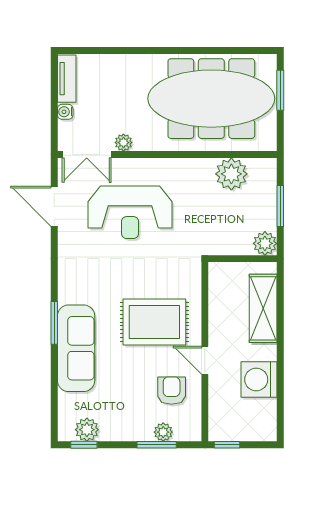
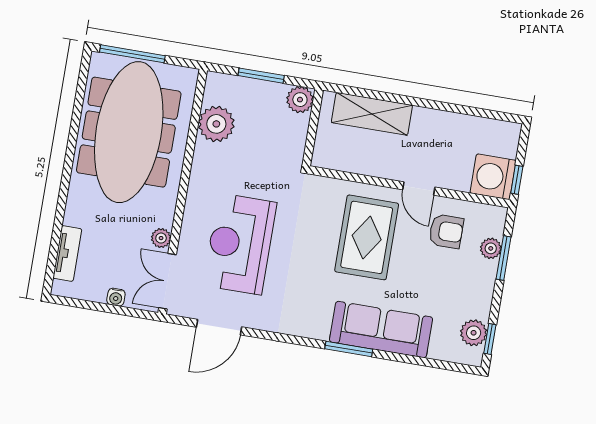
tv unit: (67, 79) -> (67, 254), moved, turned 90
window: (280, 90) -> (132, 54), width x1.44
double door: (87, 155) -> (168, 281), swing flipped
reception desk: (130, 212) -> (240, 244), turned 180
door: (205, 360) -> (419, 188), hinge flipped
washing machine: (259, 380) -> (493, 177), moved, turned 90
armchair: (172, 391) -> (446, 231), turned 180

